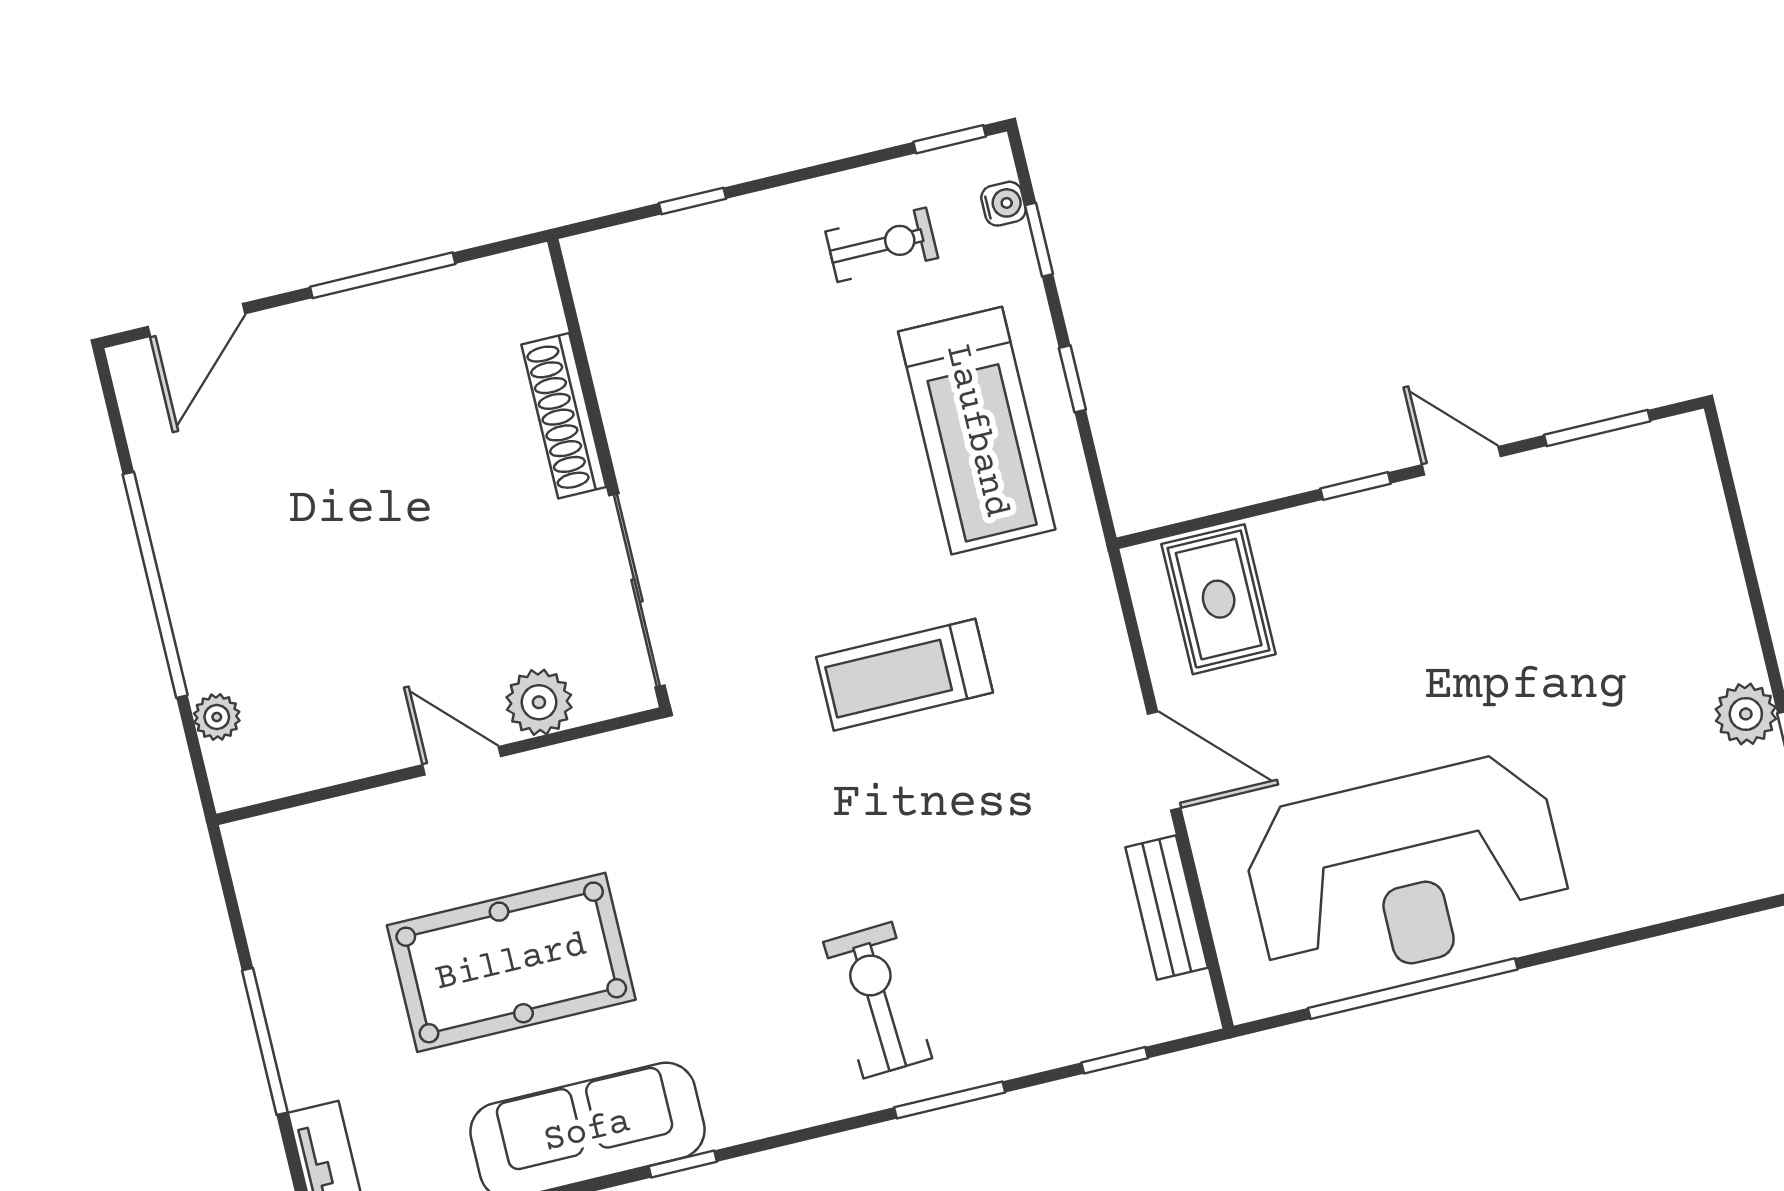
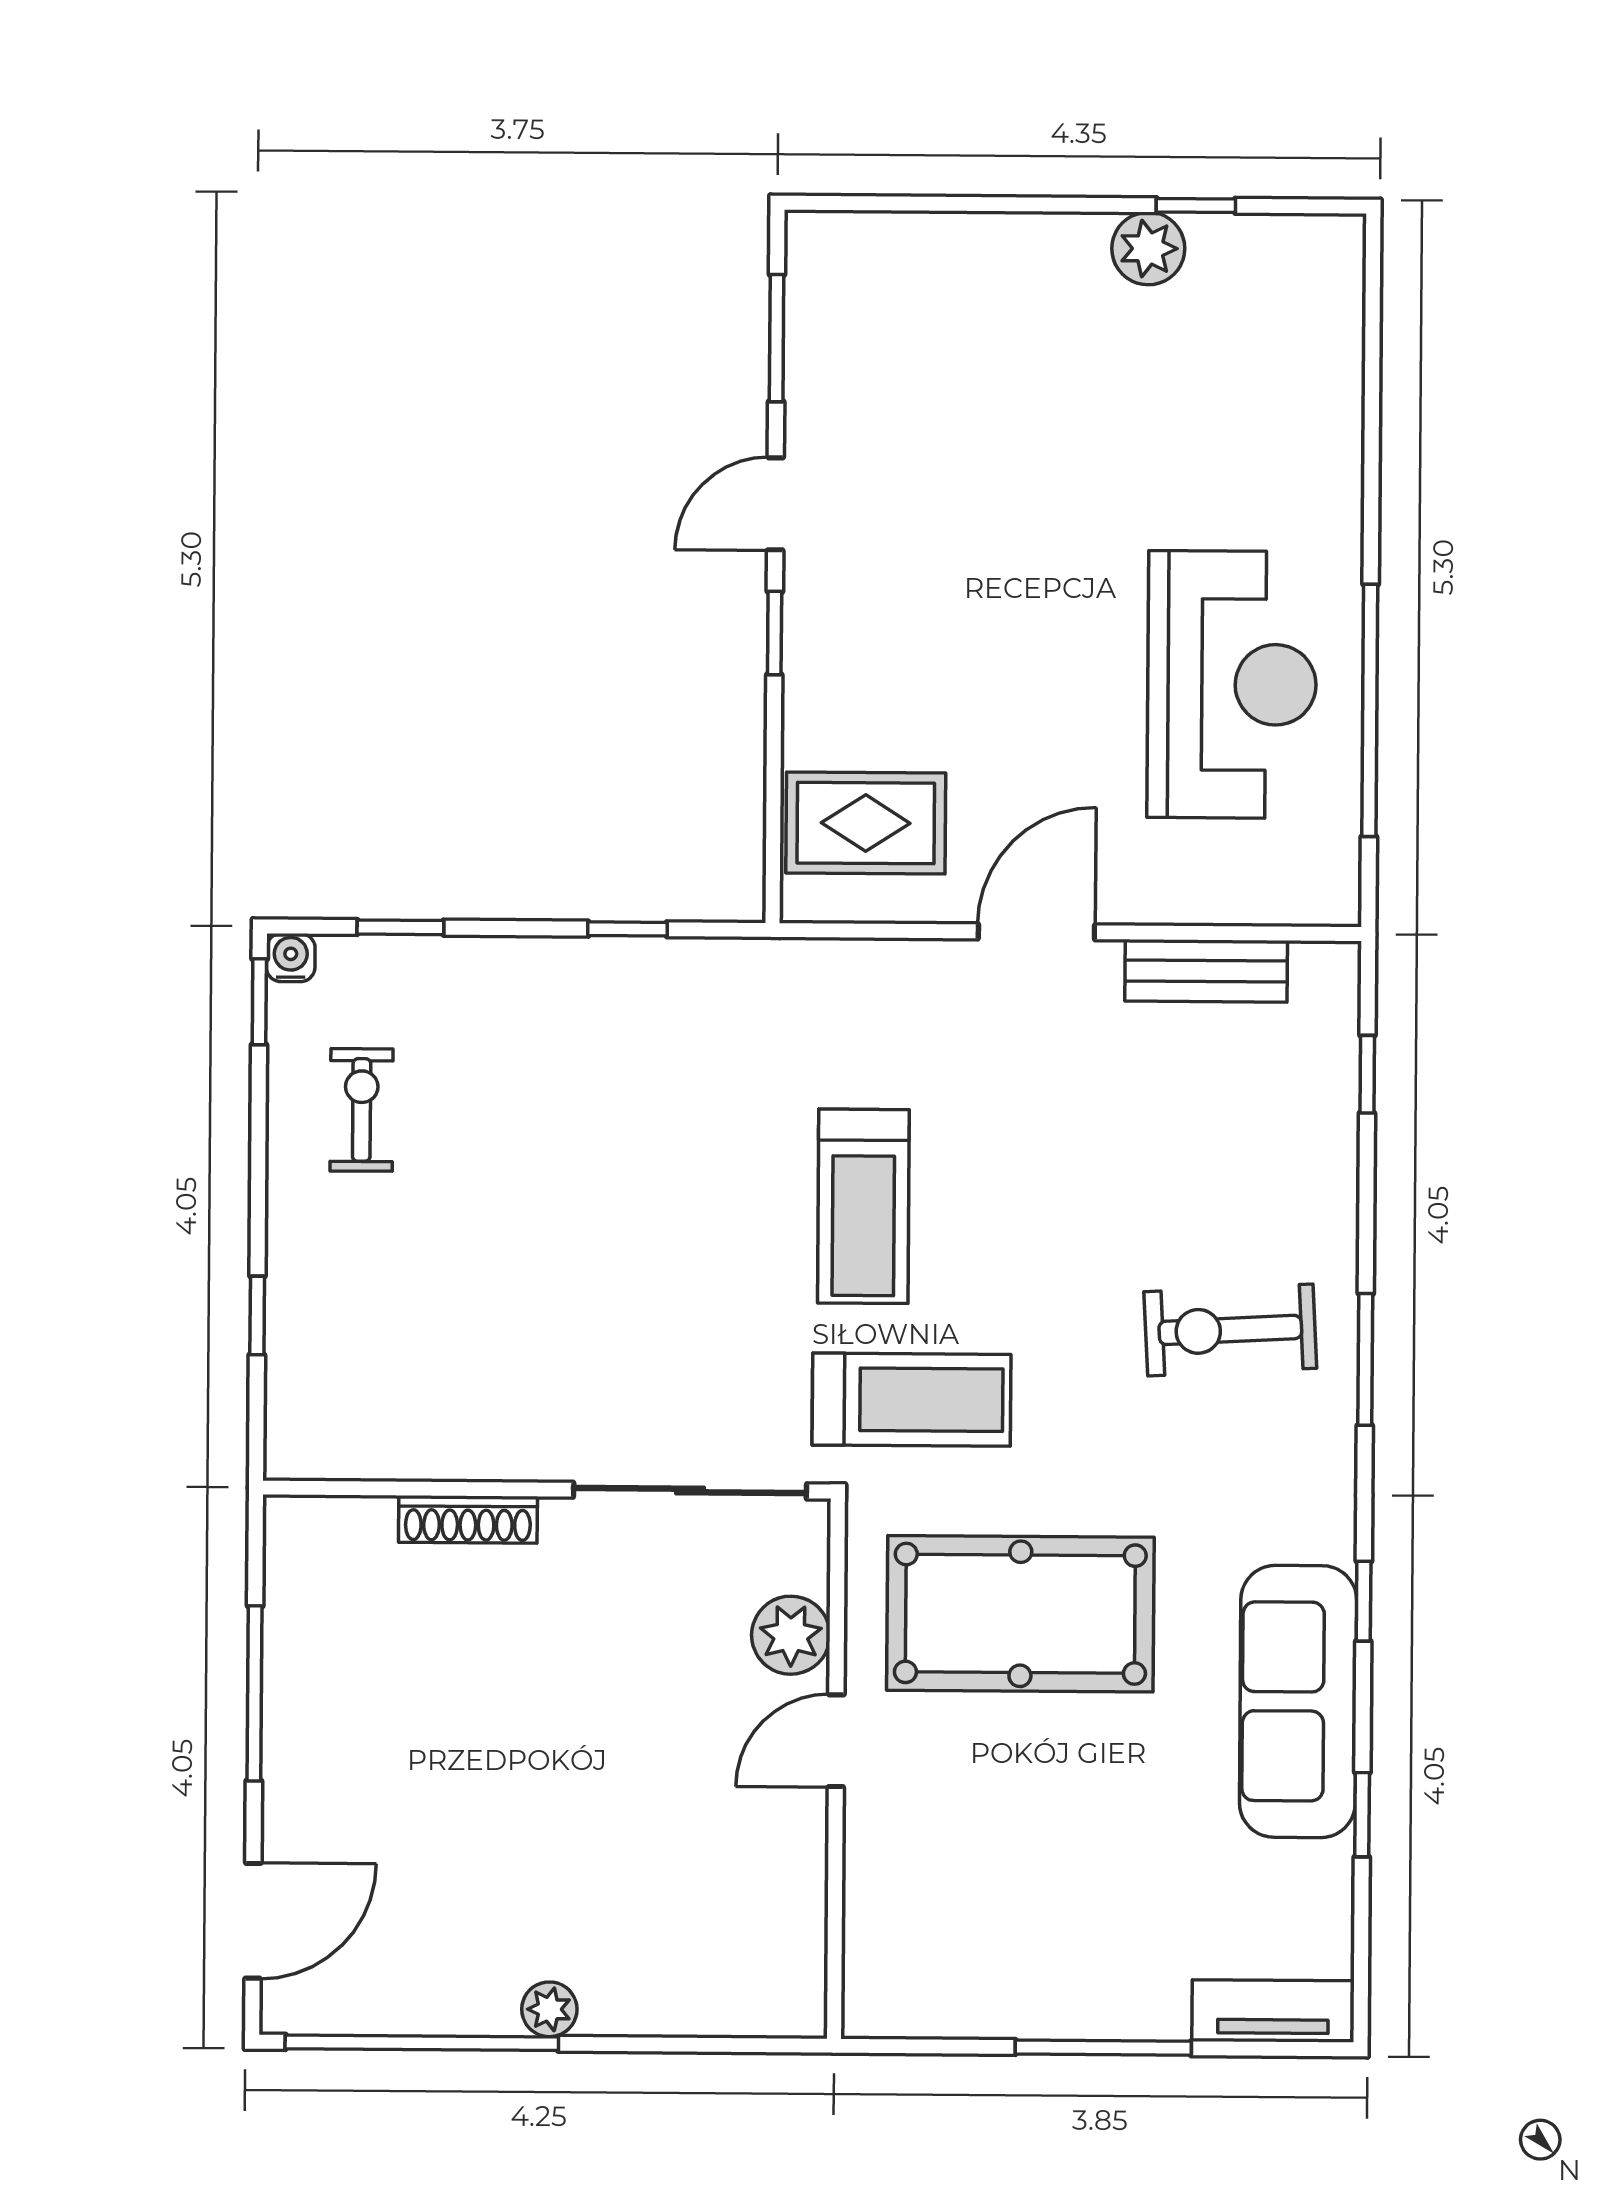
water cooler: (1003, 204) -> (291, 958), moved
door: (196, 320) -> (253, 1921), hinge flipped
window: (1072, 379) -> (627, 929), moved
shoe rack: (564, 416) -> (468, 1519), width x0.74, depth x0.81
treadmill: (977, 431) -> (912, 1400), moved, width x0.73, depth x0.73
window: (155, 585) -> (422, 2043), moved
plant: (217, 717) -> (549, 2009), moved
reception desk: (1406, 871) -> (1232, 685), width x0.74, depth x0.77
pool table: (511, 962) -> (1020, 1614), moved, turned 90
window: (950, 1100) -> (1365, 1359), moved

